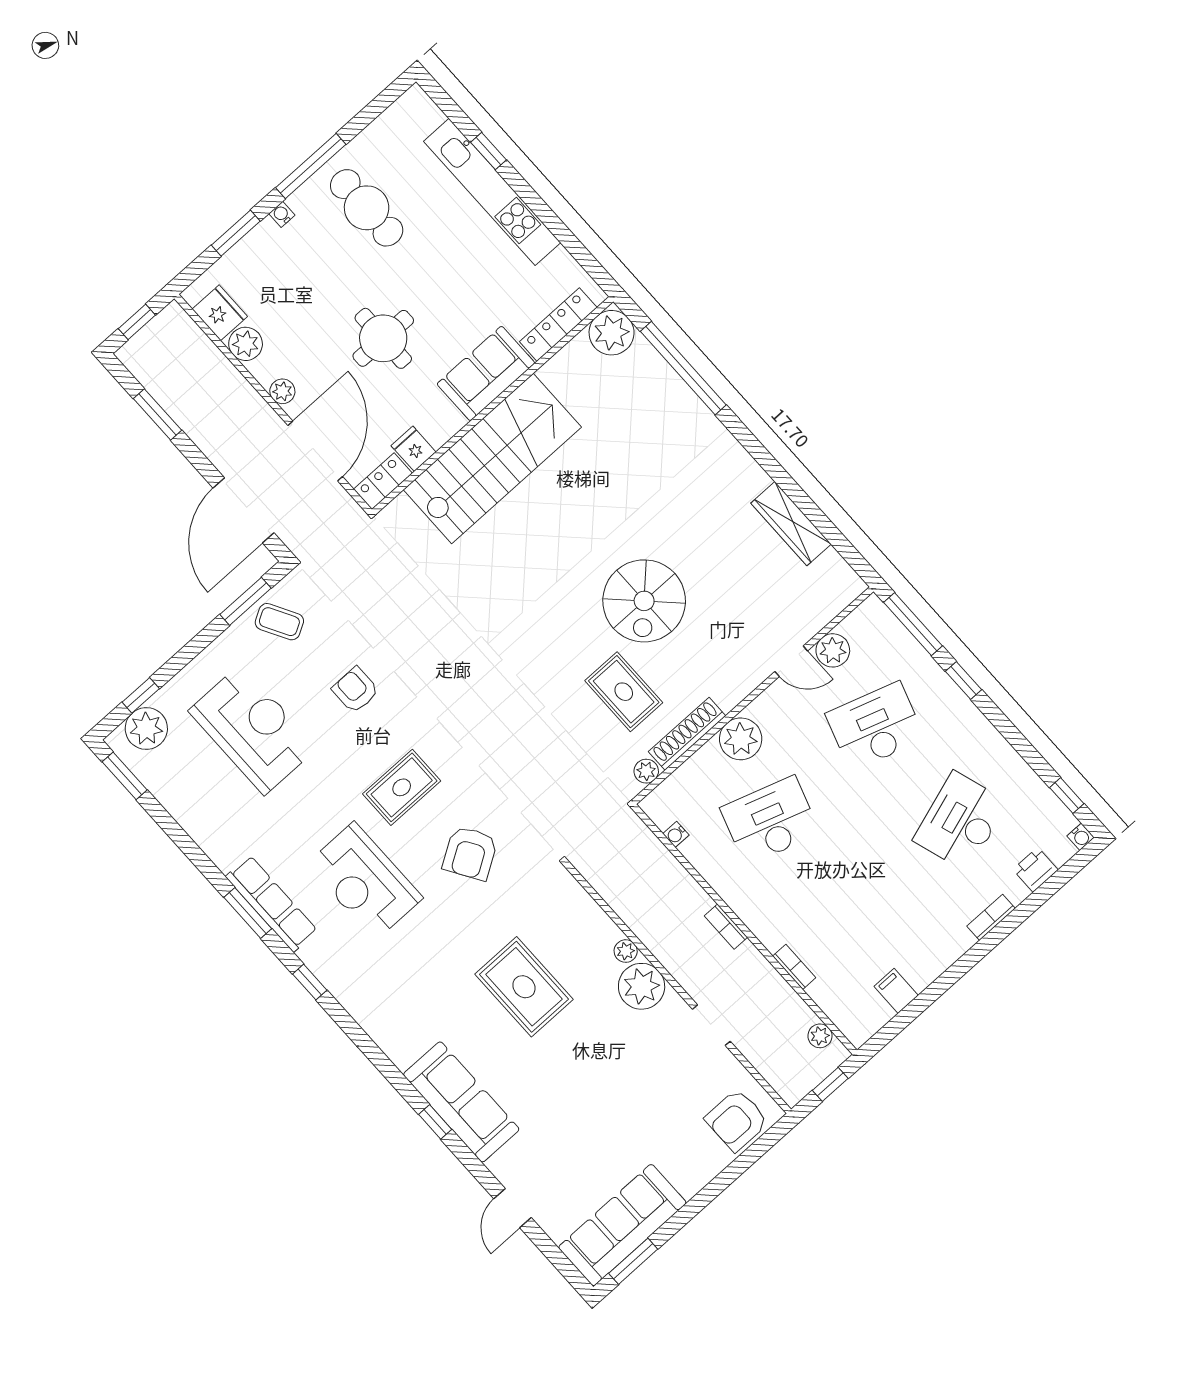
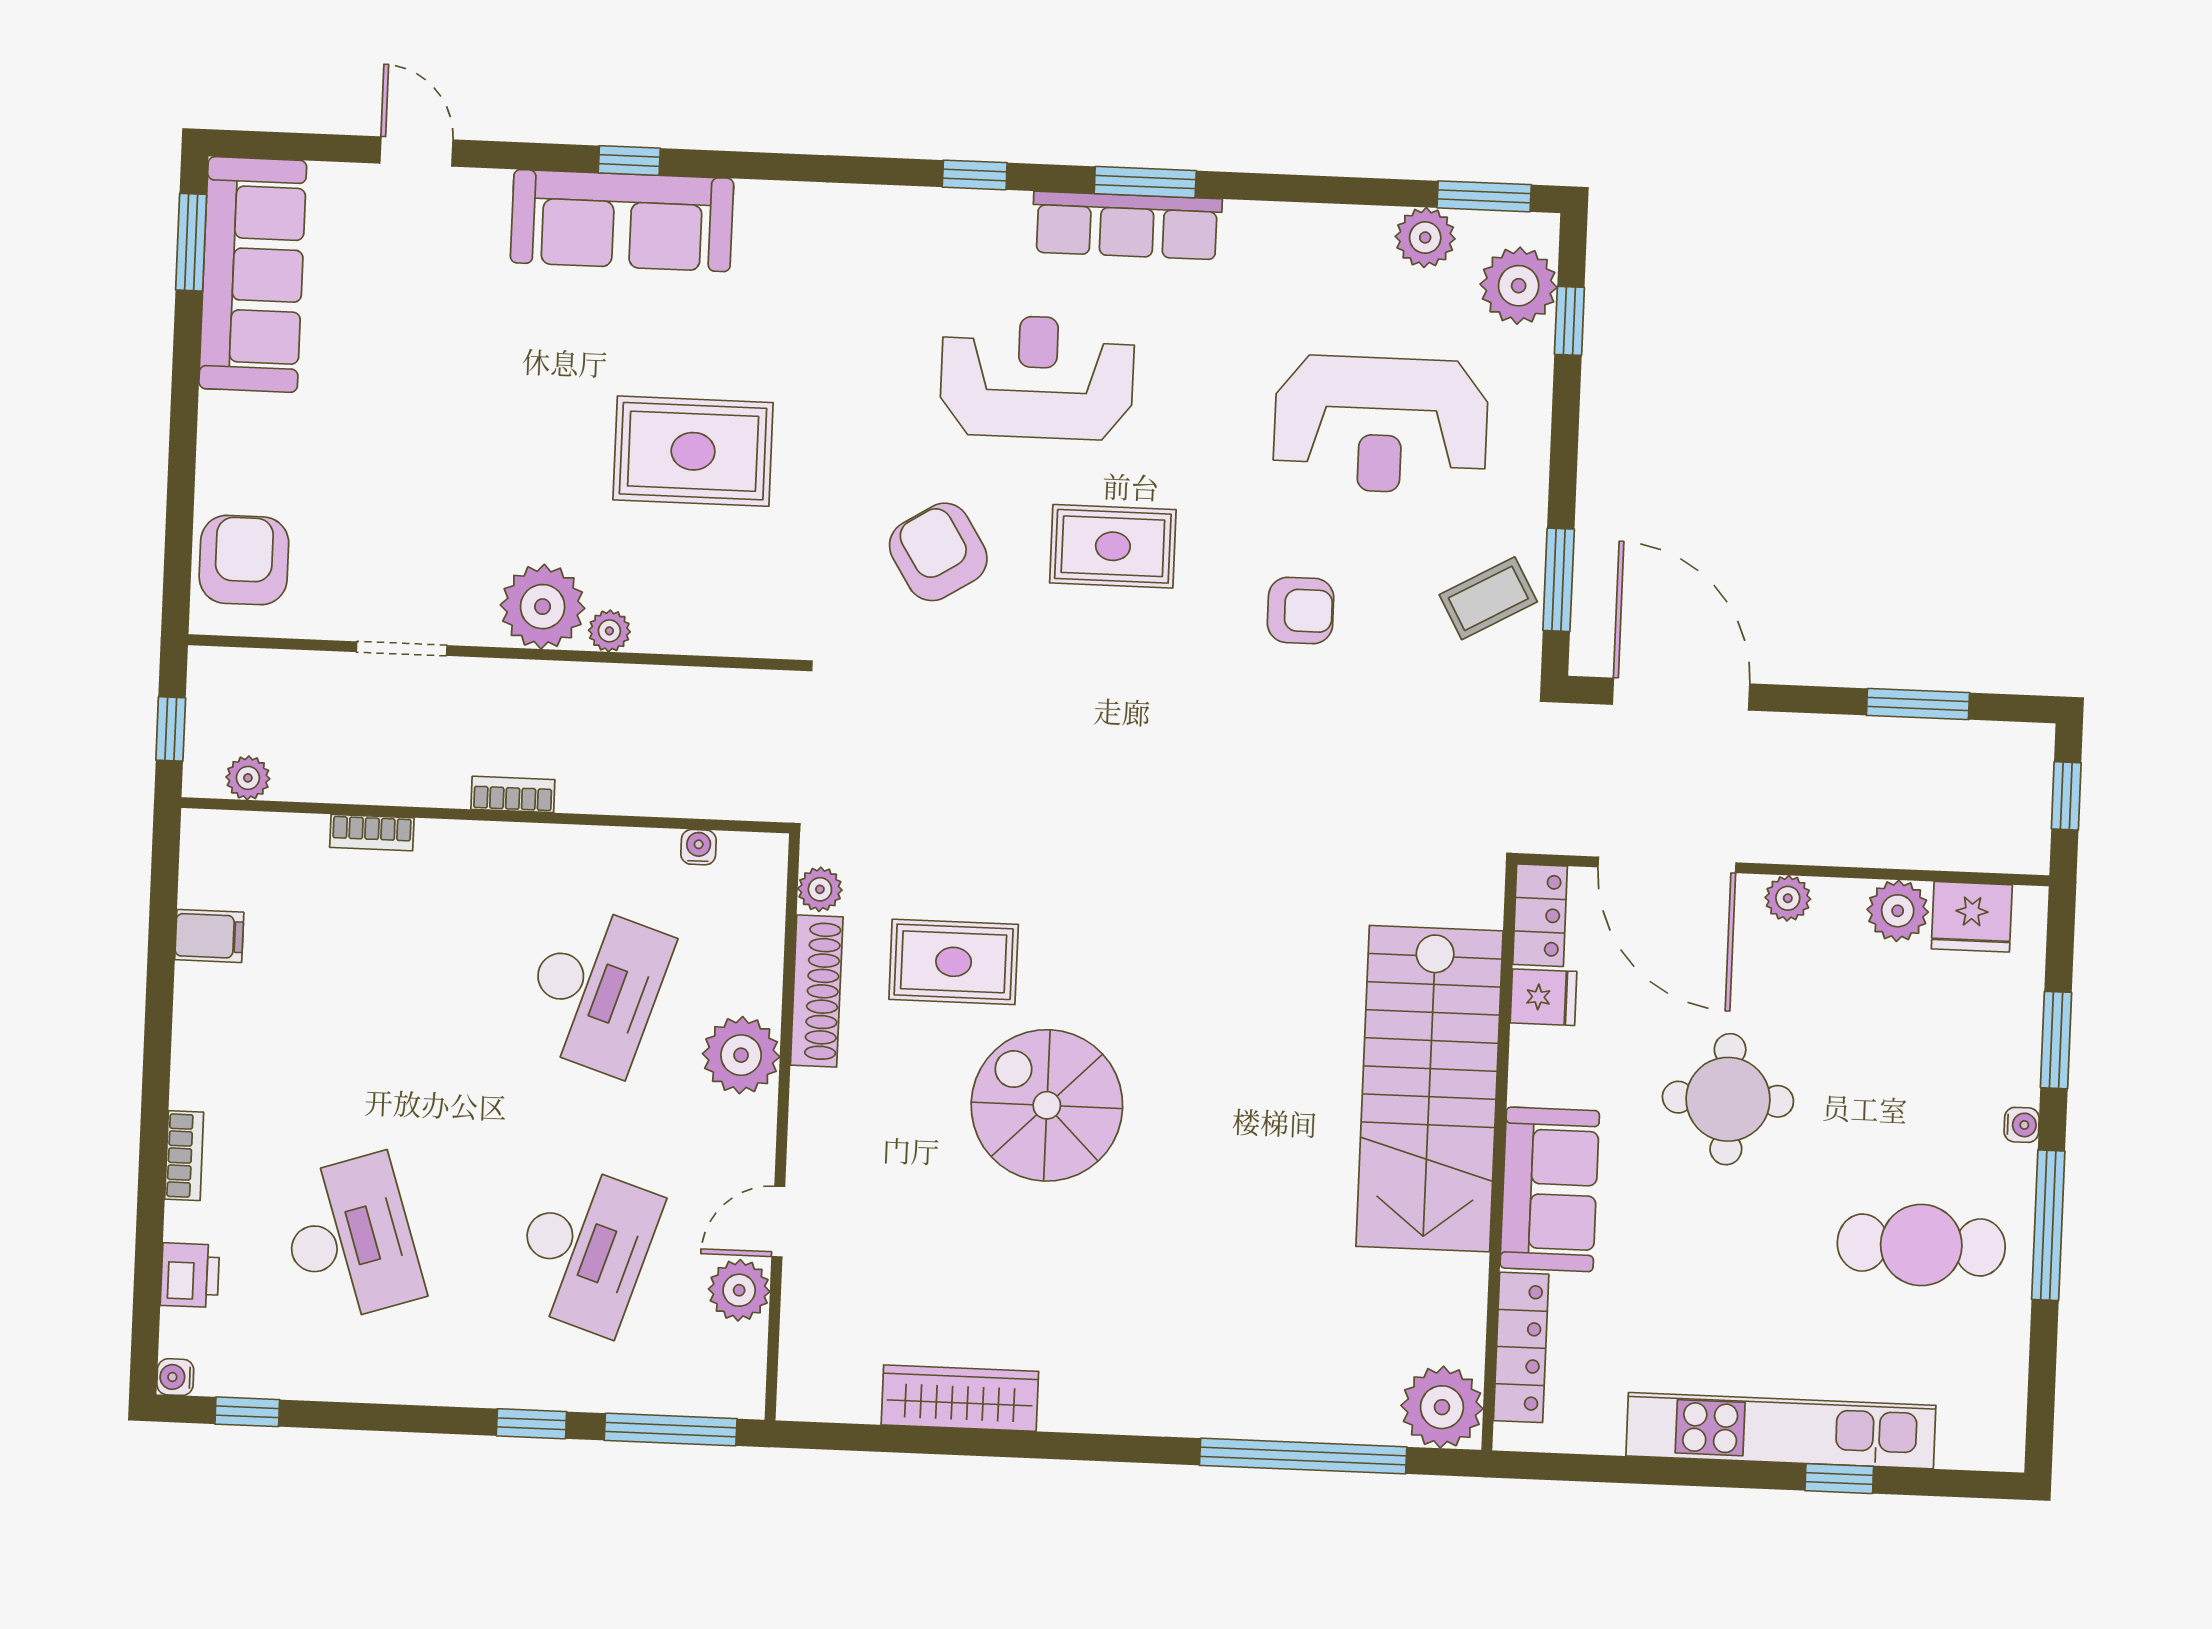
plant: (163, 783) -> (1425, 238), added
rug: (402, 787) -> (1113, 546), turned 90

